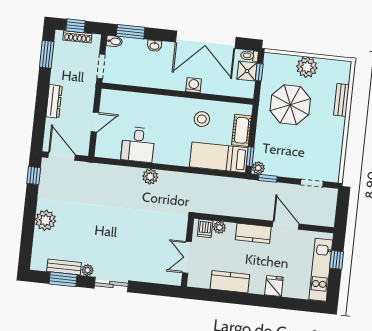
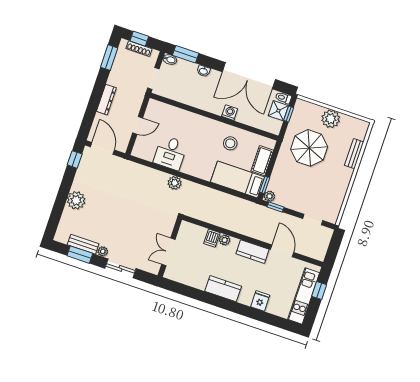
wall: (187, 252) -> (170, 248), moved
double door: (187, 257) -> (168, 252), moved

